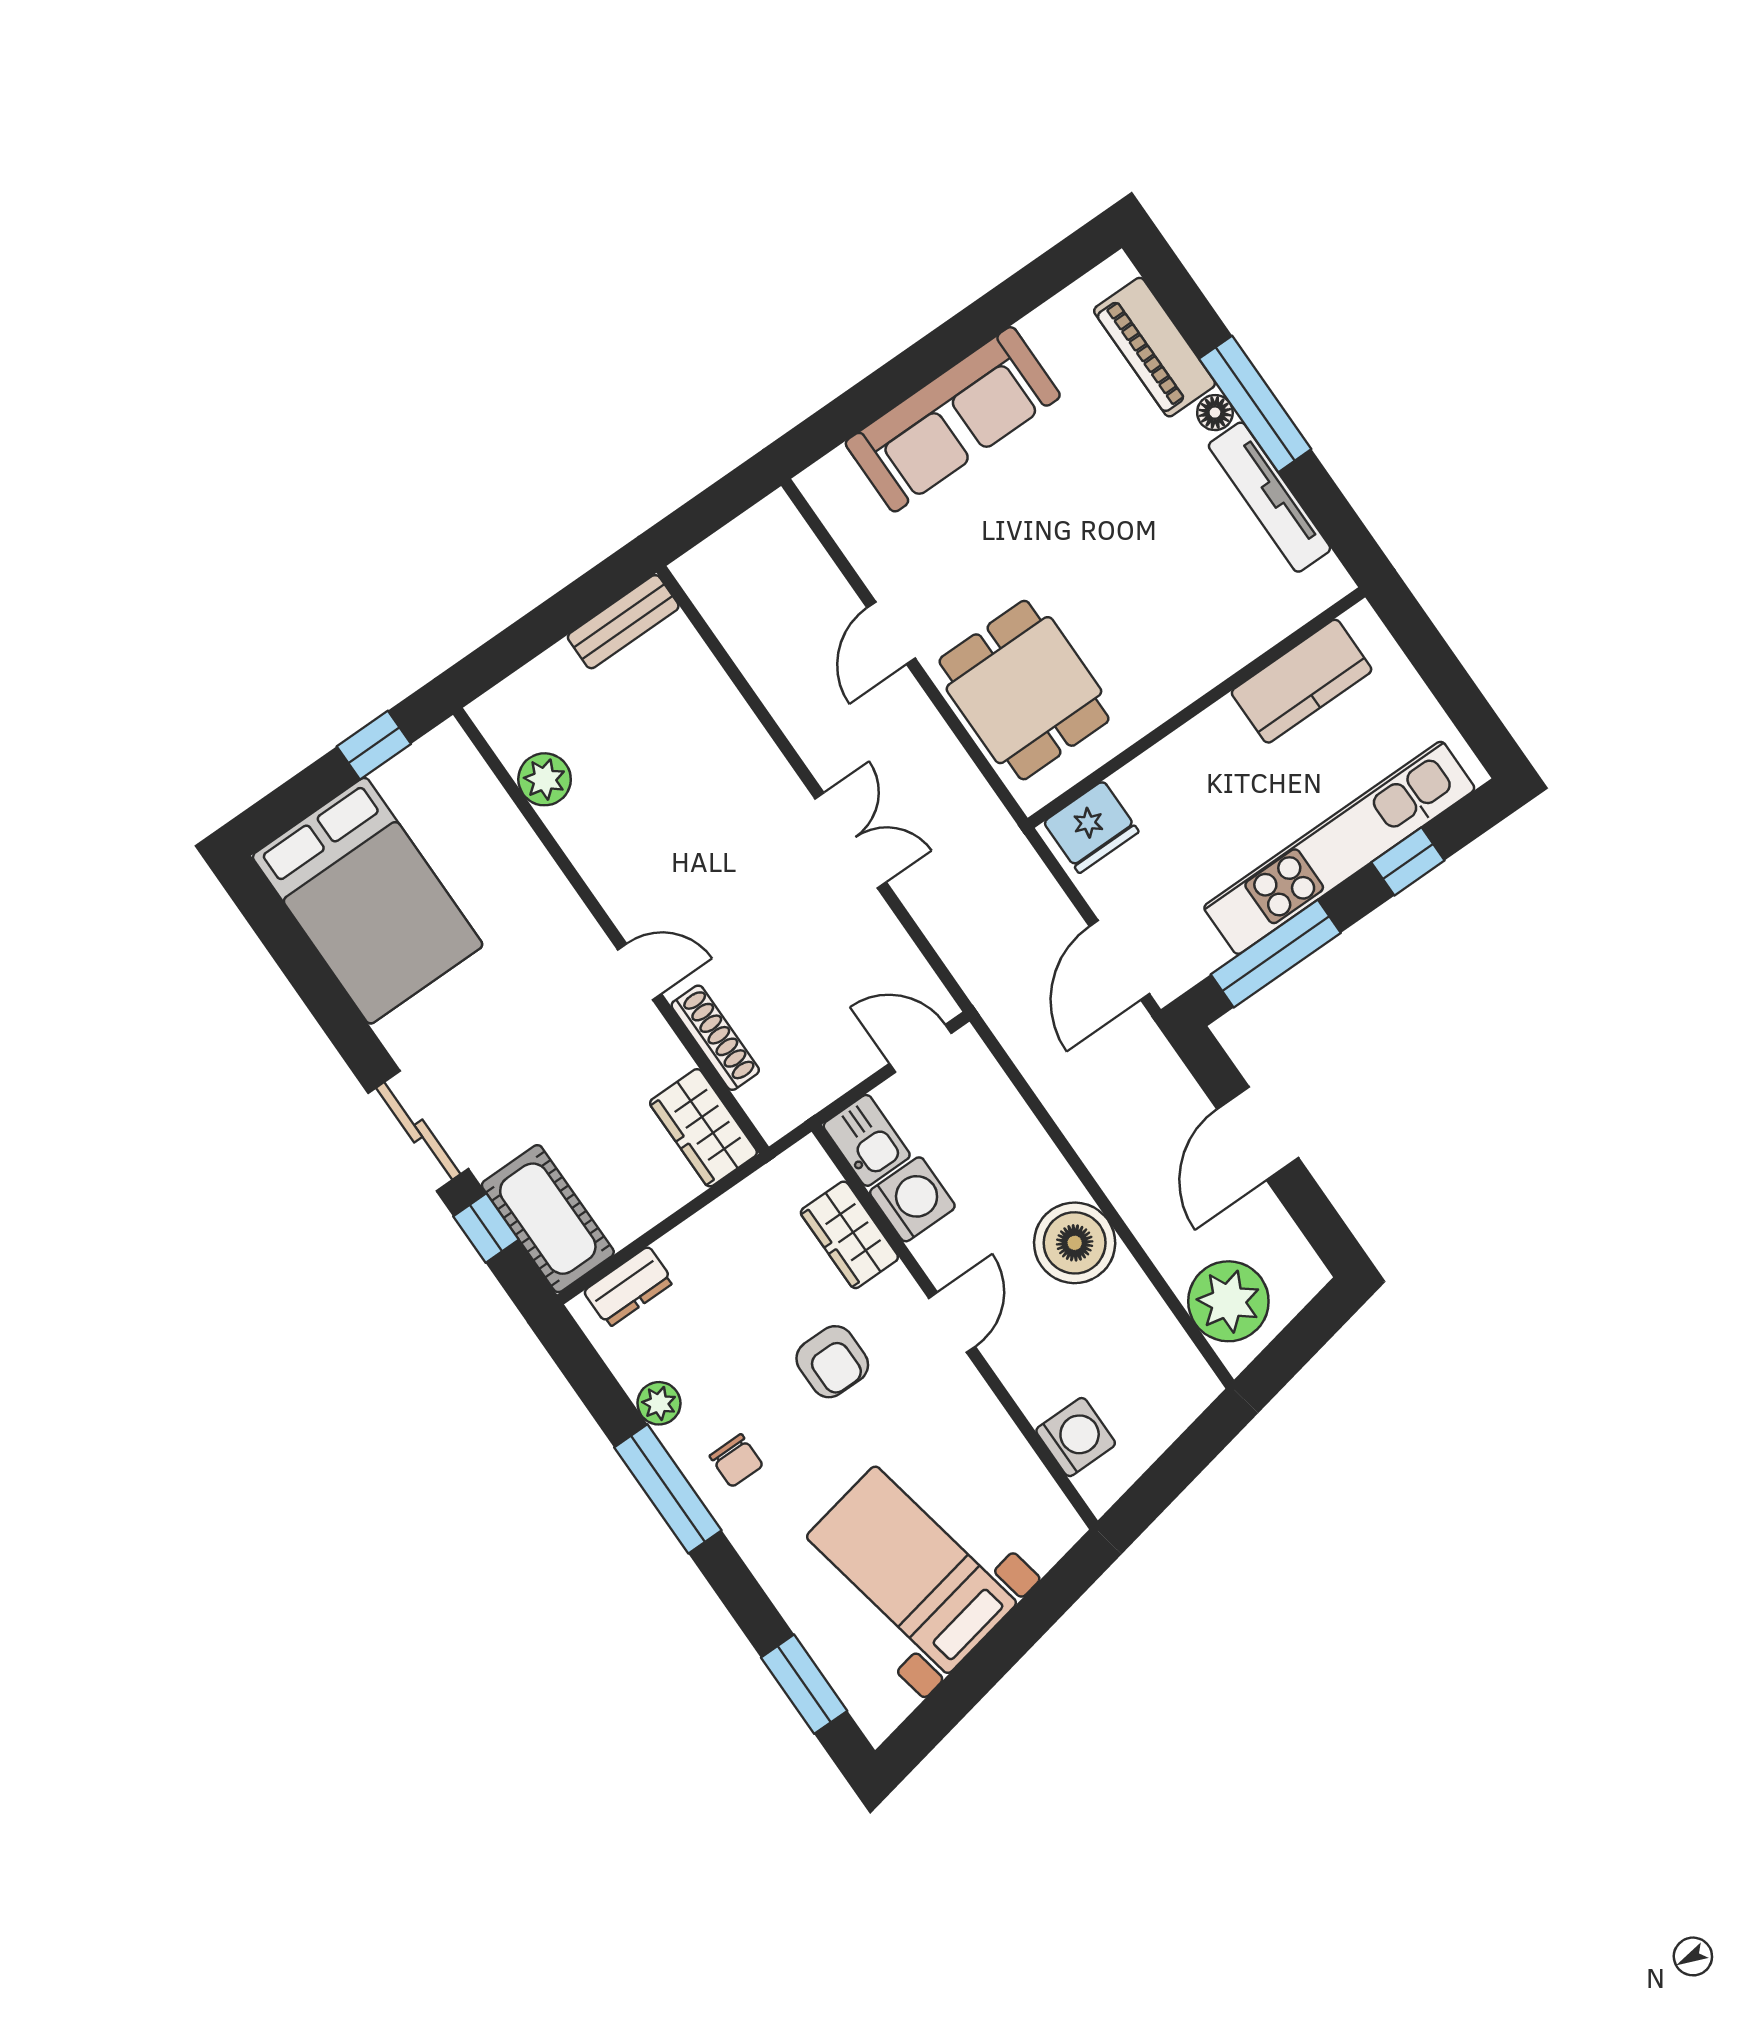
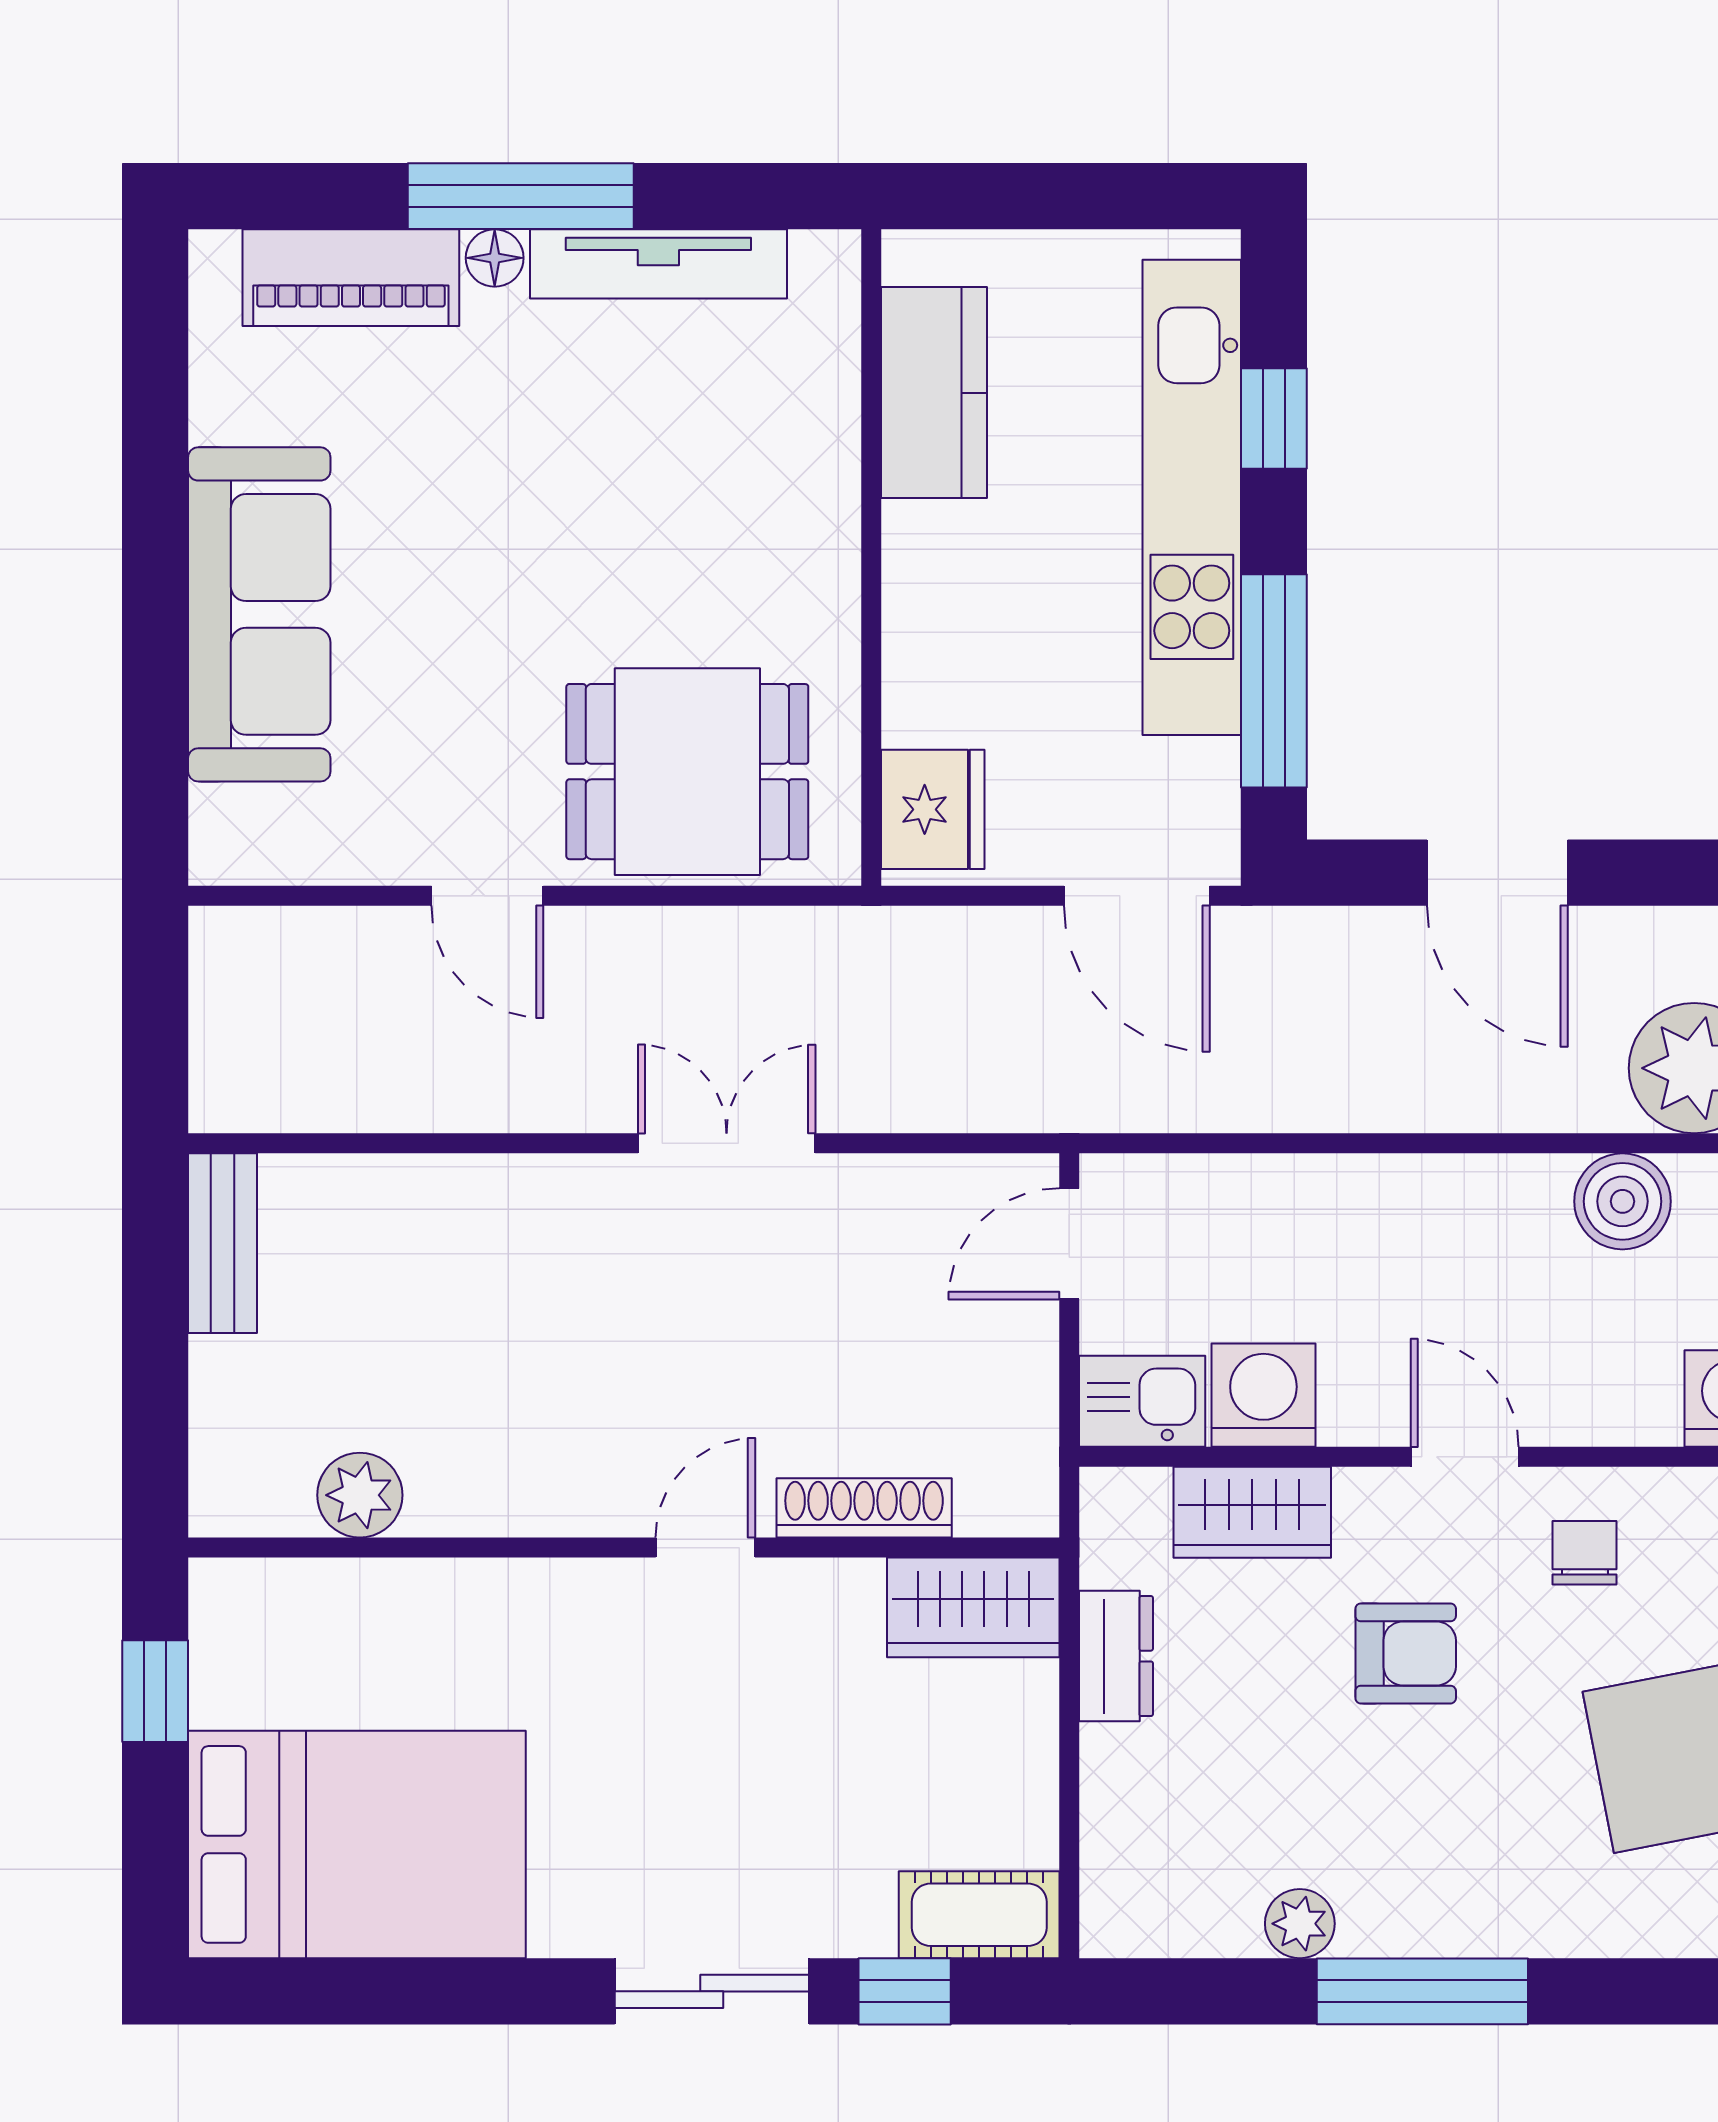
cot: (548, 1219) -> (979, 1915), width x0.73, depth x0.75
boiler: (1075, 1243) -> (1622, 1201), moved, width x0.73, depth x0.73
dresser: (629, 1287) -> (1116, 1656), moved
chair: (736, 1461) -> (1585, 1553), moved, turned -90

